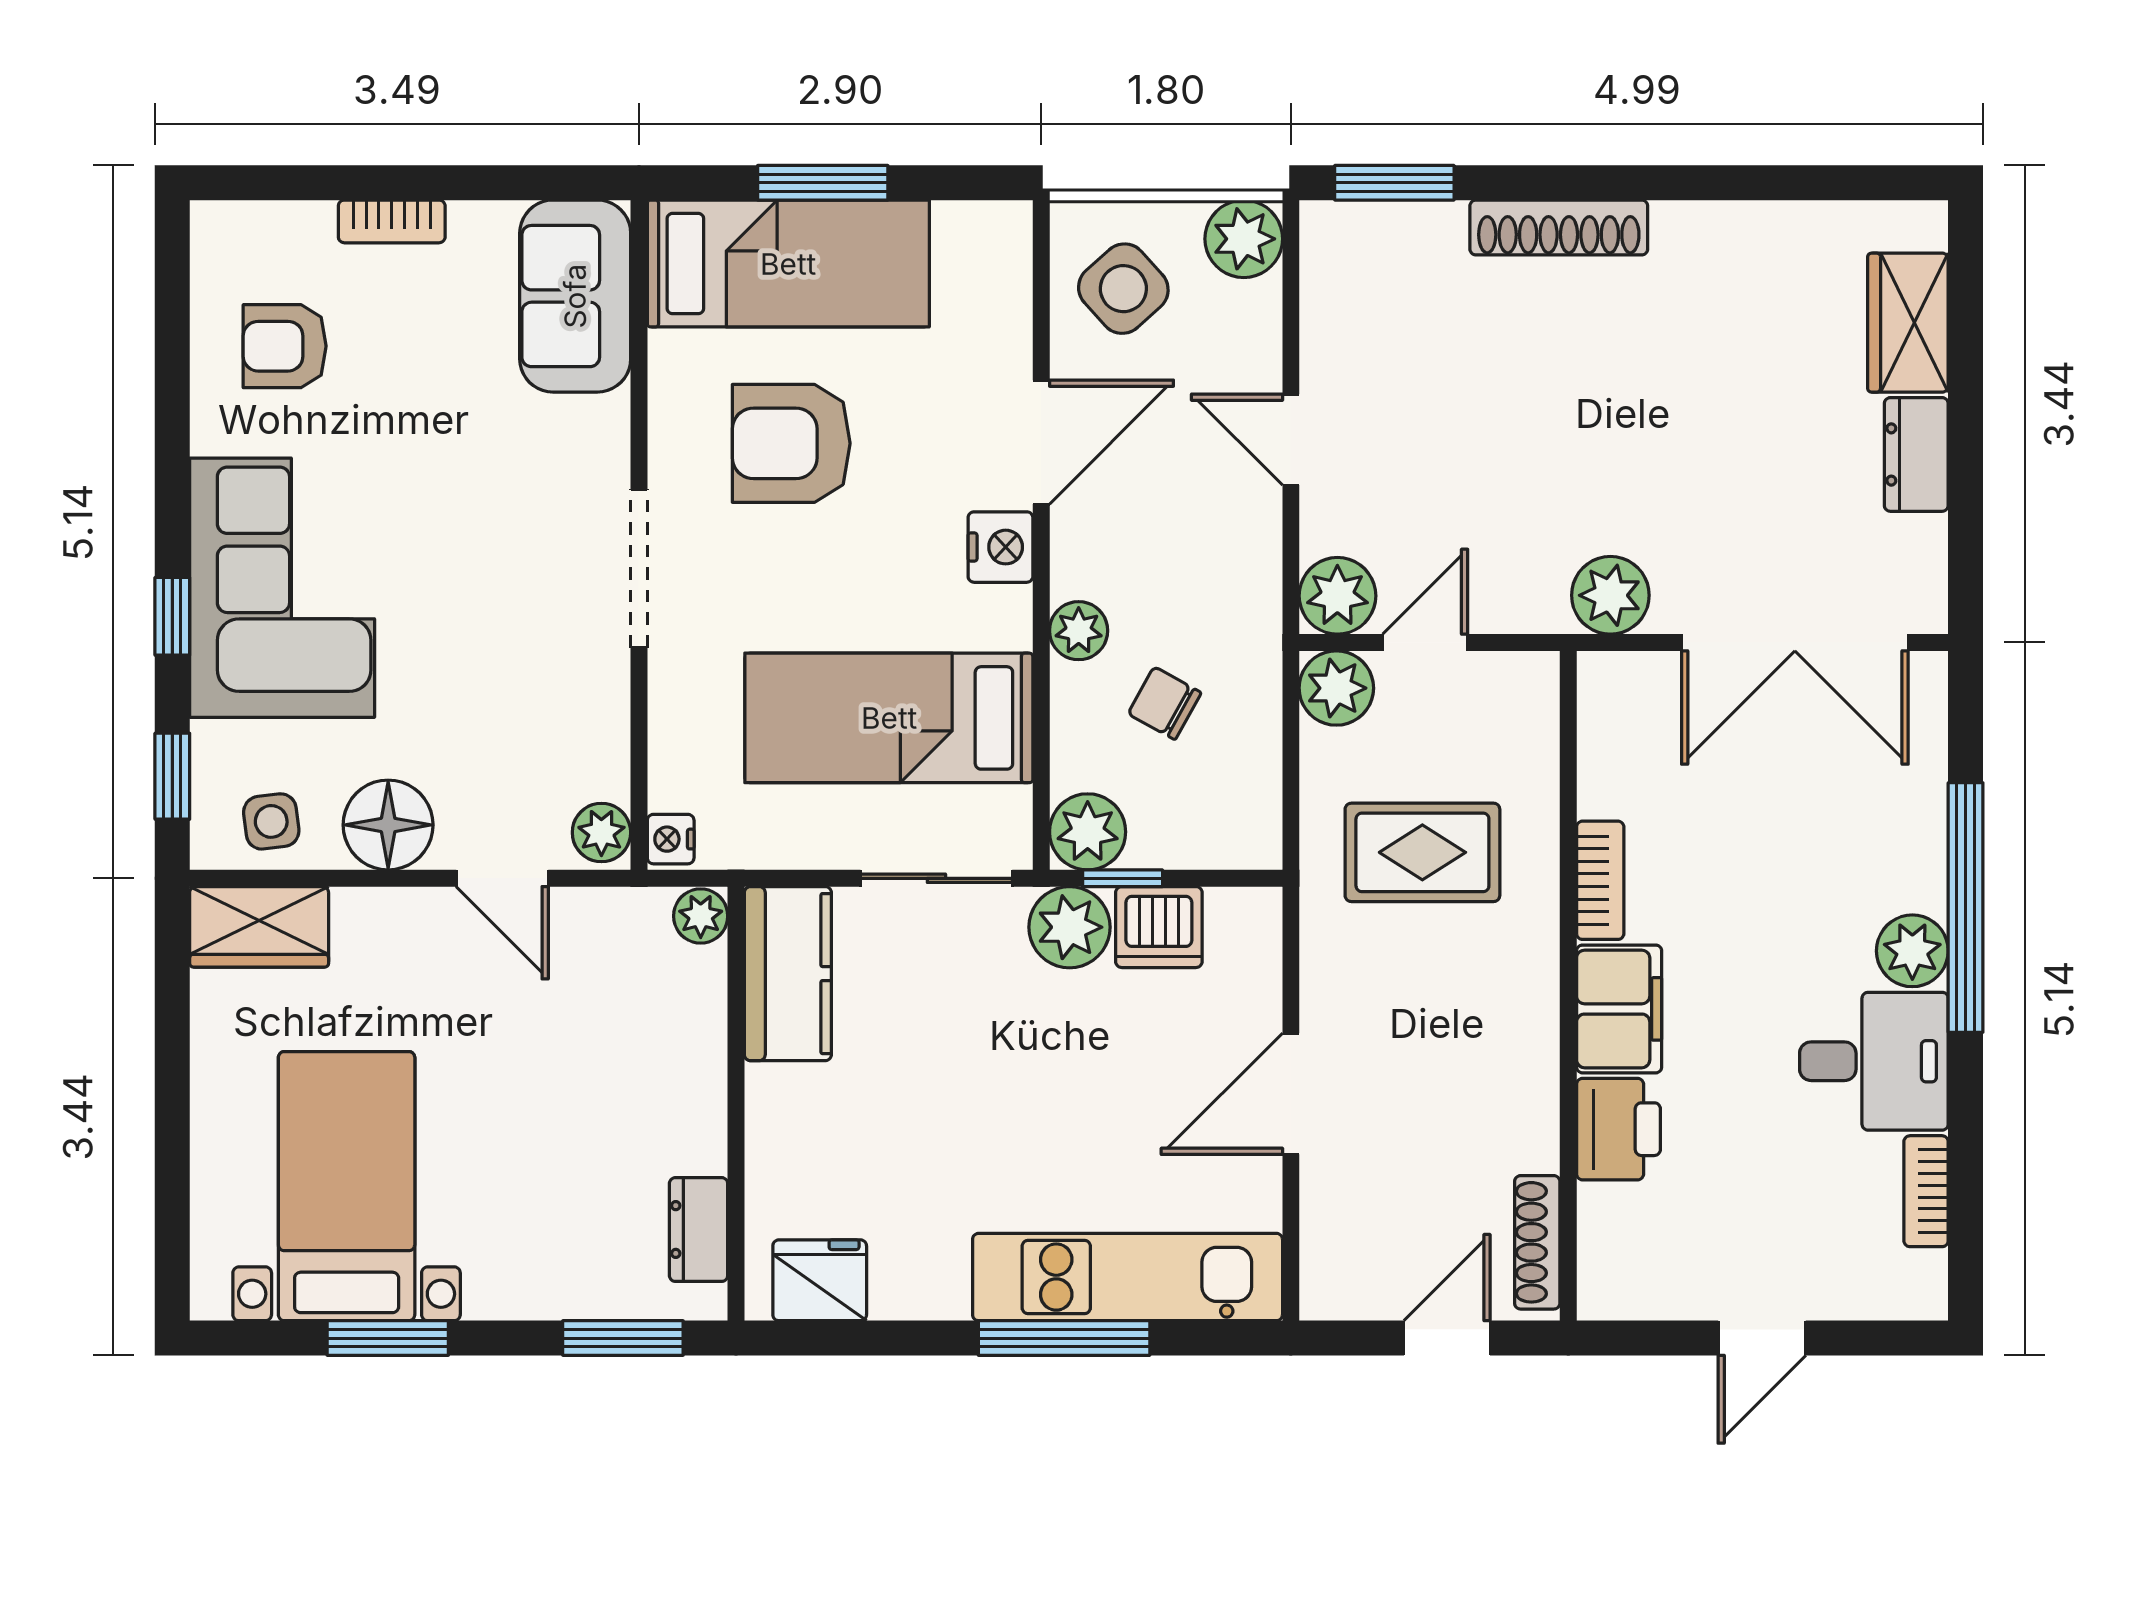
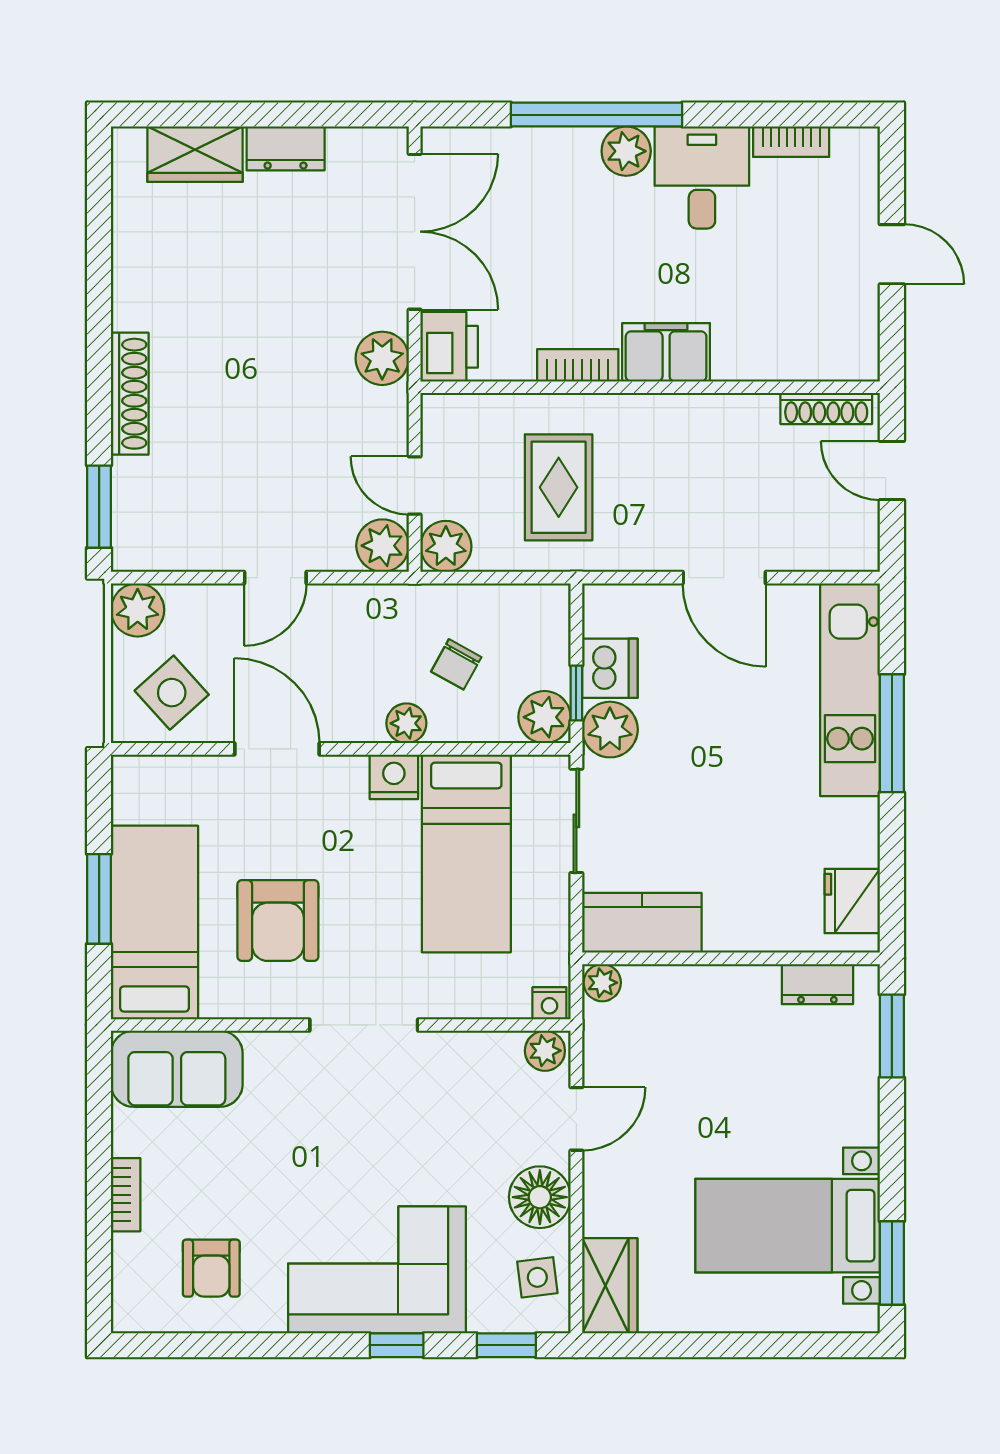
nightstand: (1000, 547) -> (394, 777), moved
printer: (1618, 1129) -> (449, 347), moved, turned 90
window: (388, 1338) -> (892, 1263), moved

